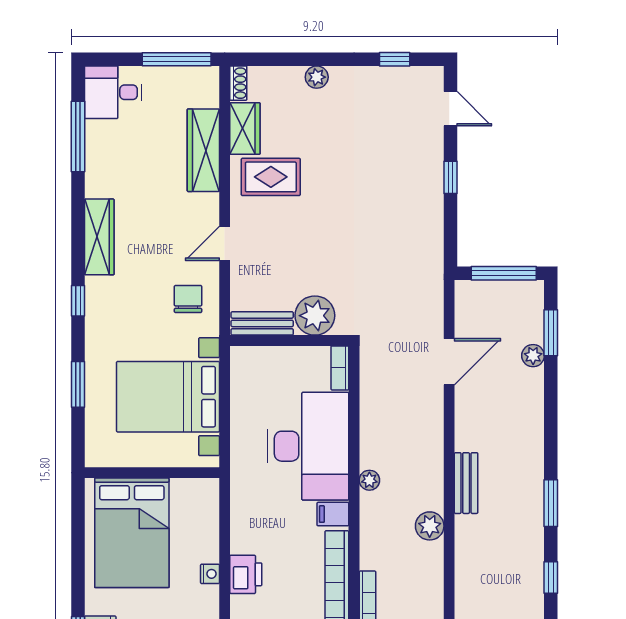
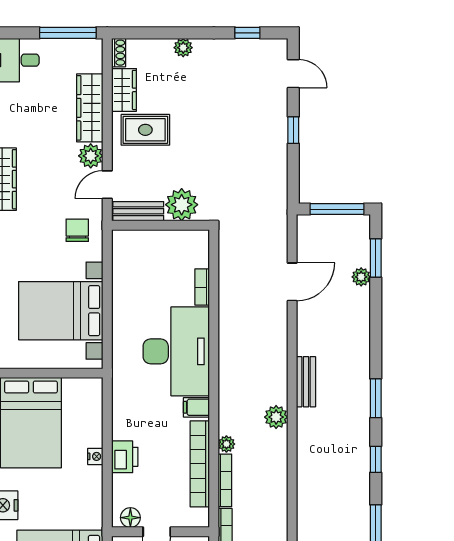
plant: (204, 209) -> (91, 156), added
plant: (315, 316) -> (182, 205), moved
bench: (262, 323) -> (138, 211), moved
wall: (289, 341) -> (161, 225), moved
plant: (369, 480) -> (226, 444), moved

